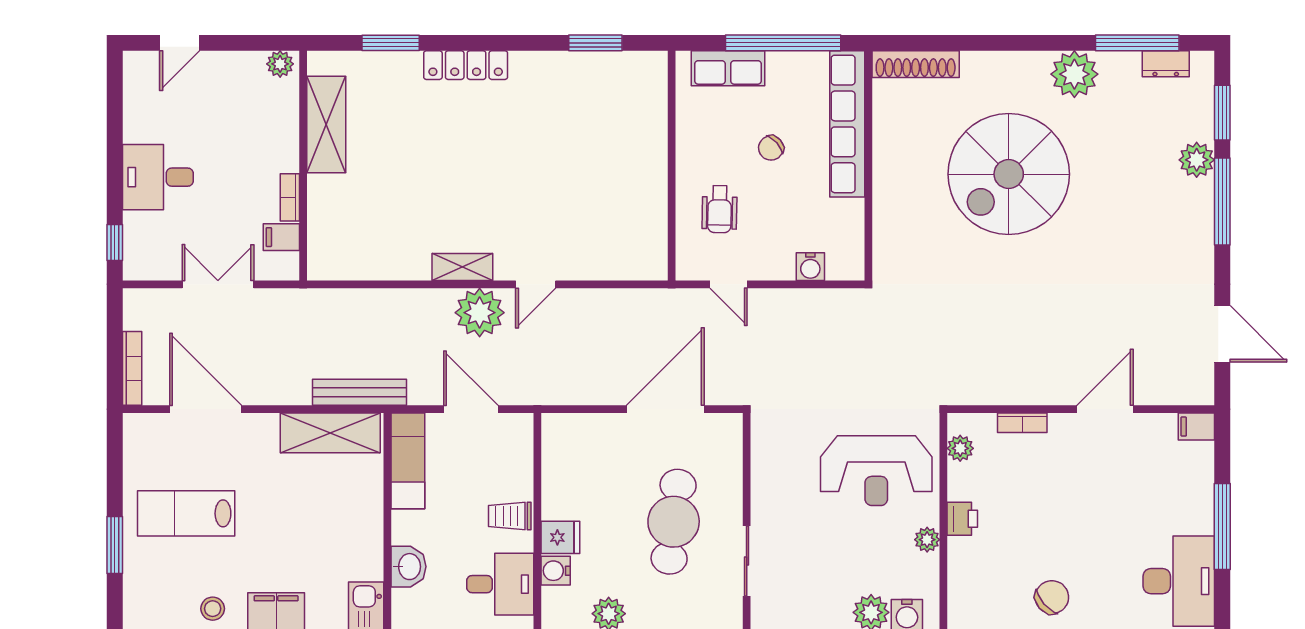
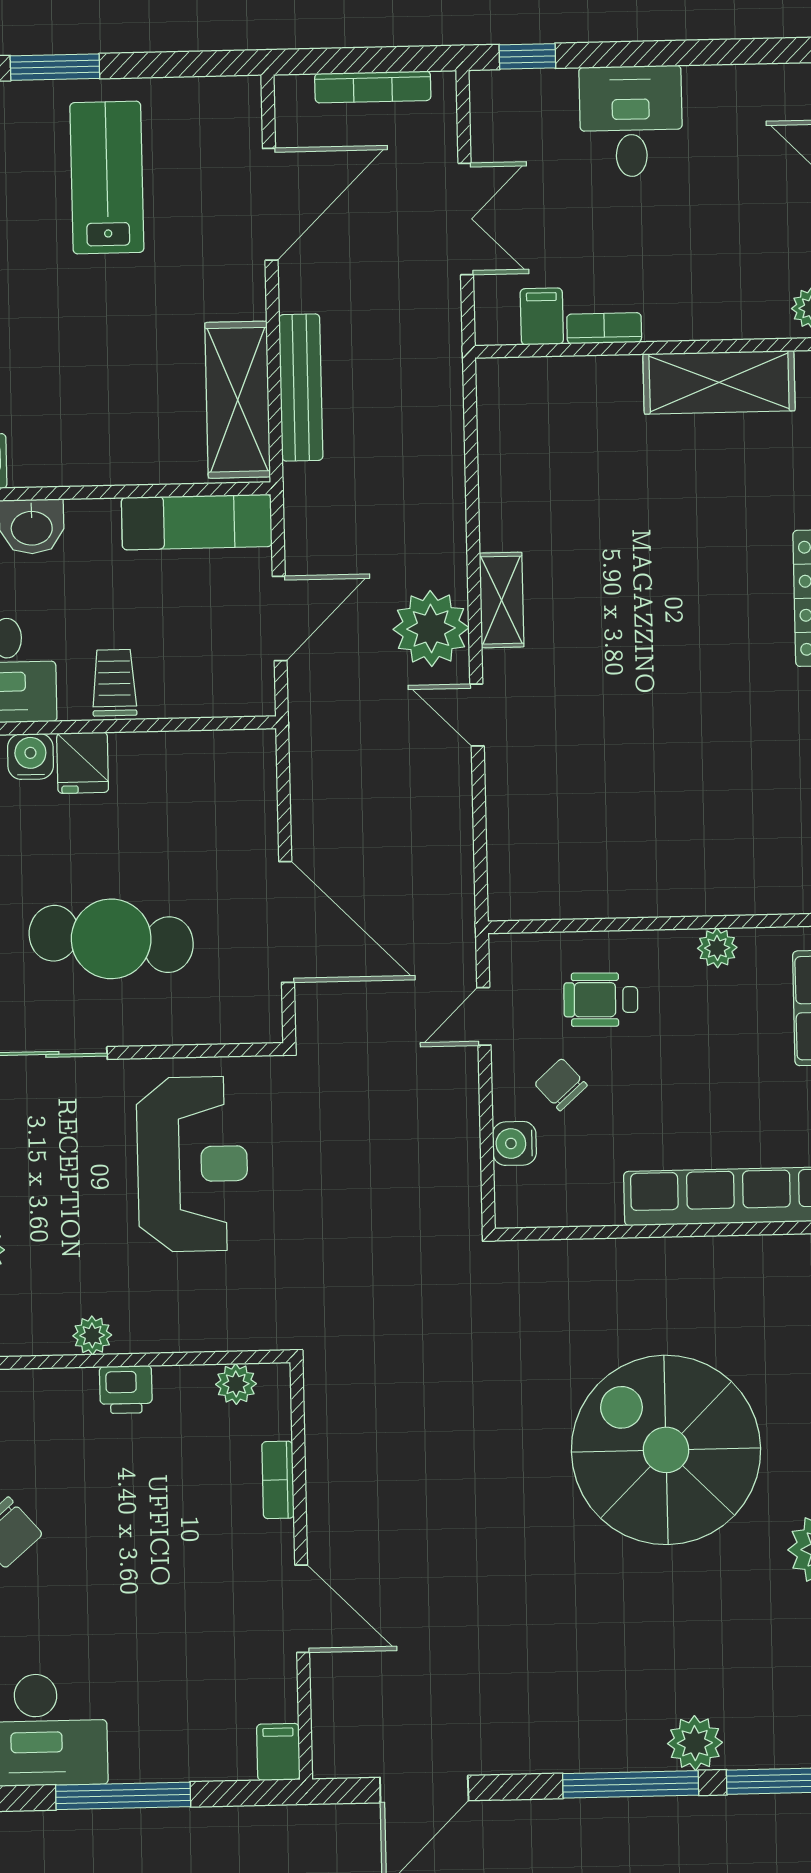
plant: (688, 134) -> (717, 948), added
chair: (771, 148) -> (561, 1085), moved
bookcase: (132, 368) -> (373, 87), moved
bench: (360, 392) -> (301, 388), moved
reception desk: (876, 471) -> (192, 1164), moved, turned 180

